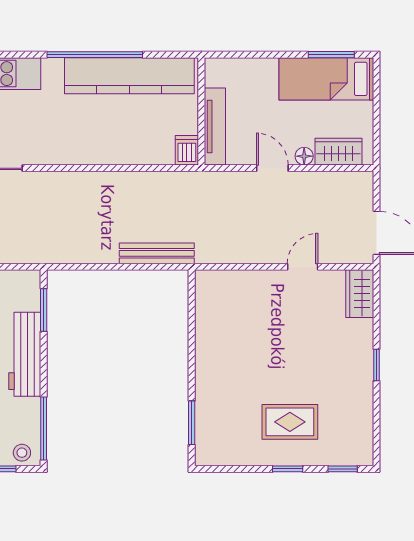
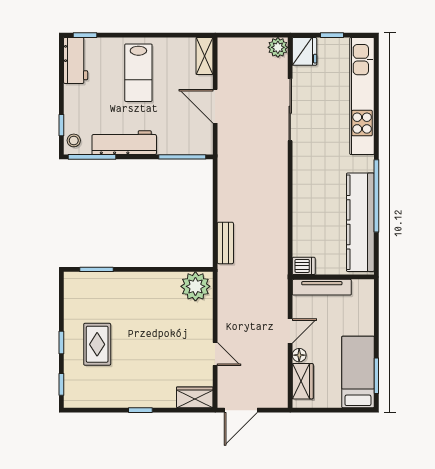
bench: (157, 253) -> (225, 243), width x0.73
plant: (214, 293) -> (195, 286), added
window: (44, 310) -> (182, 157), width x1.44
workbench: (25, 354) -> (124, 143), moved

